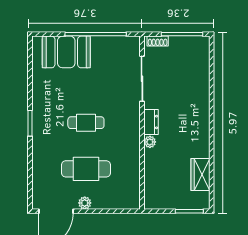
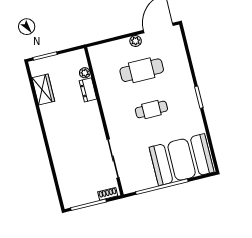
booth: (66, 52) -> (182, 160), width x1.36, depth x1.42
dresser: (151, 122) -> (88, 90), moved
plant: (150, 142) -> (85, 73), moved

